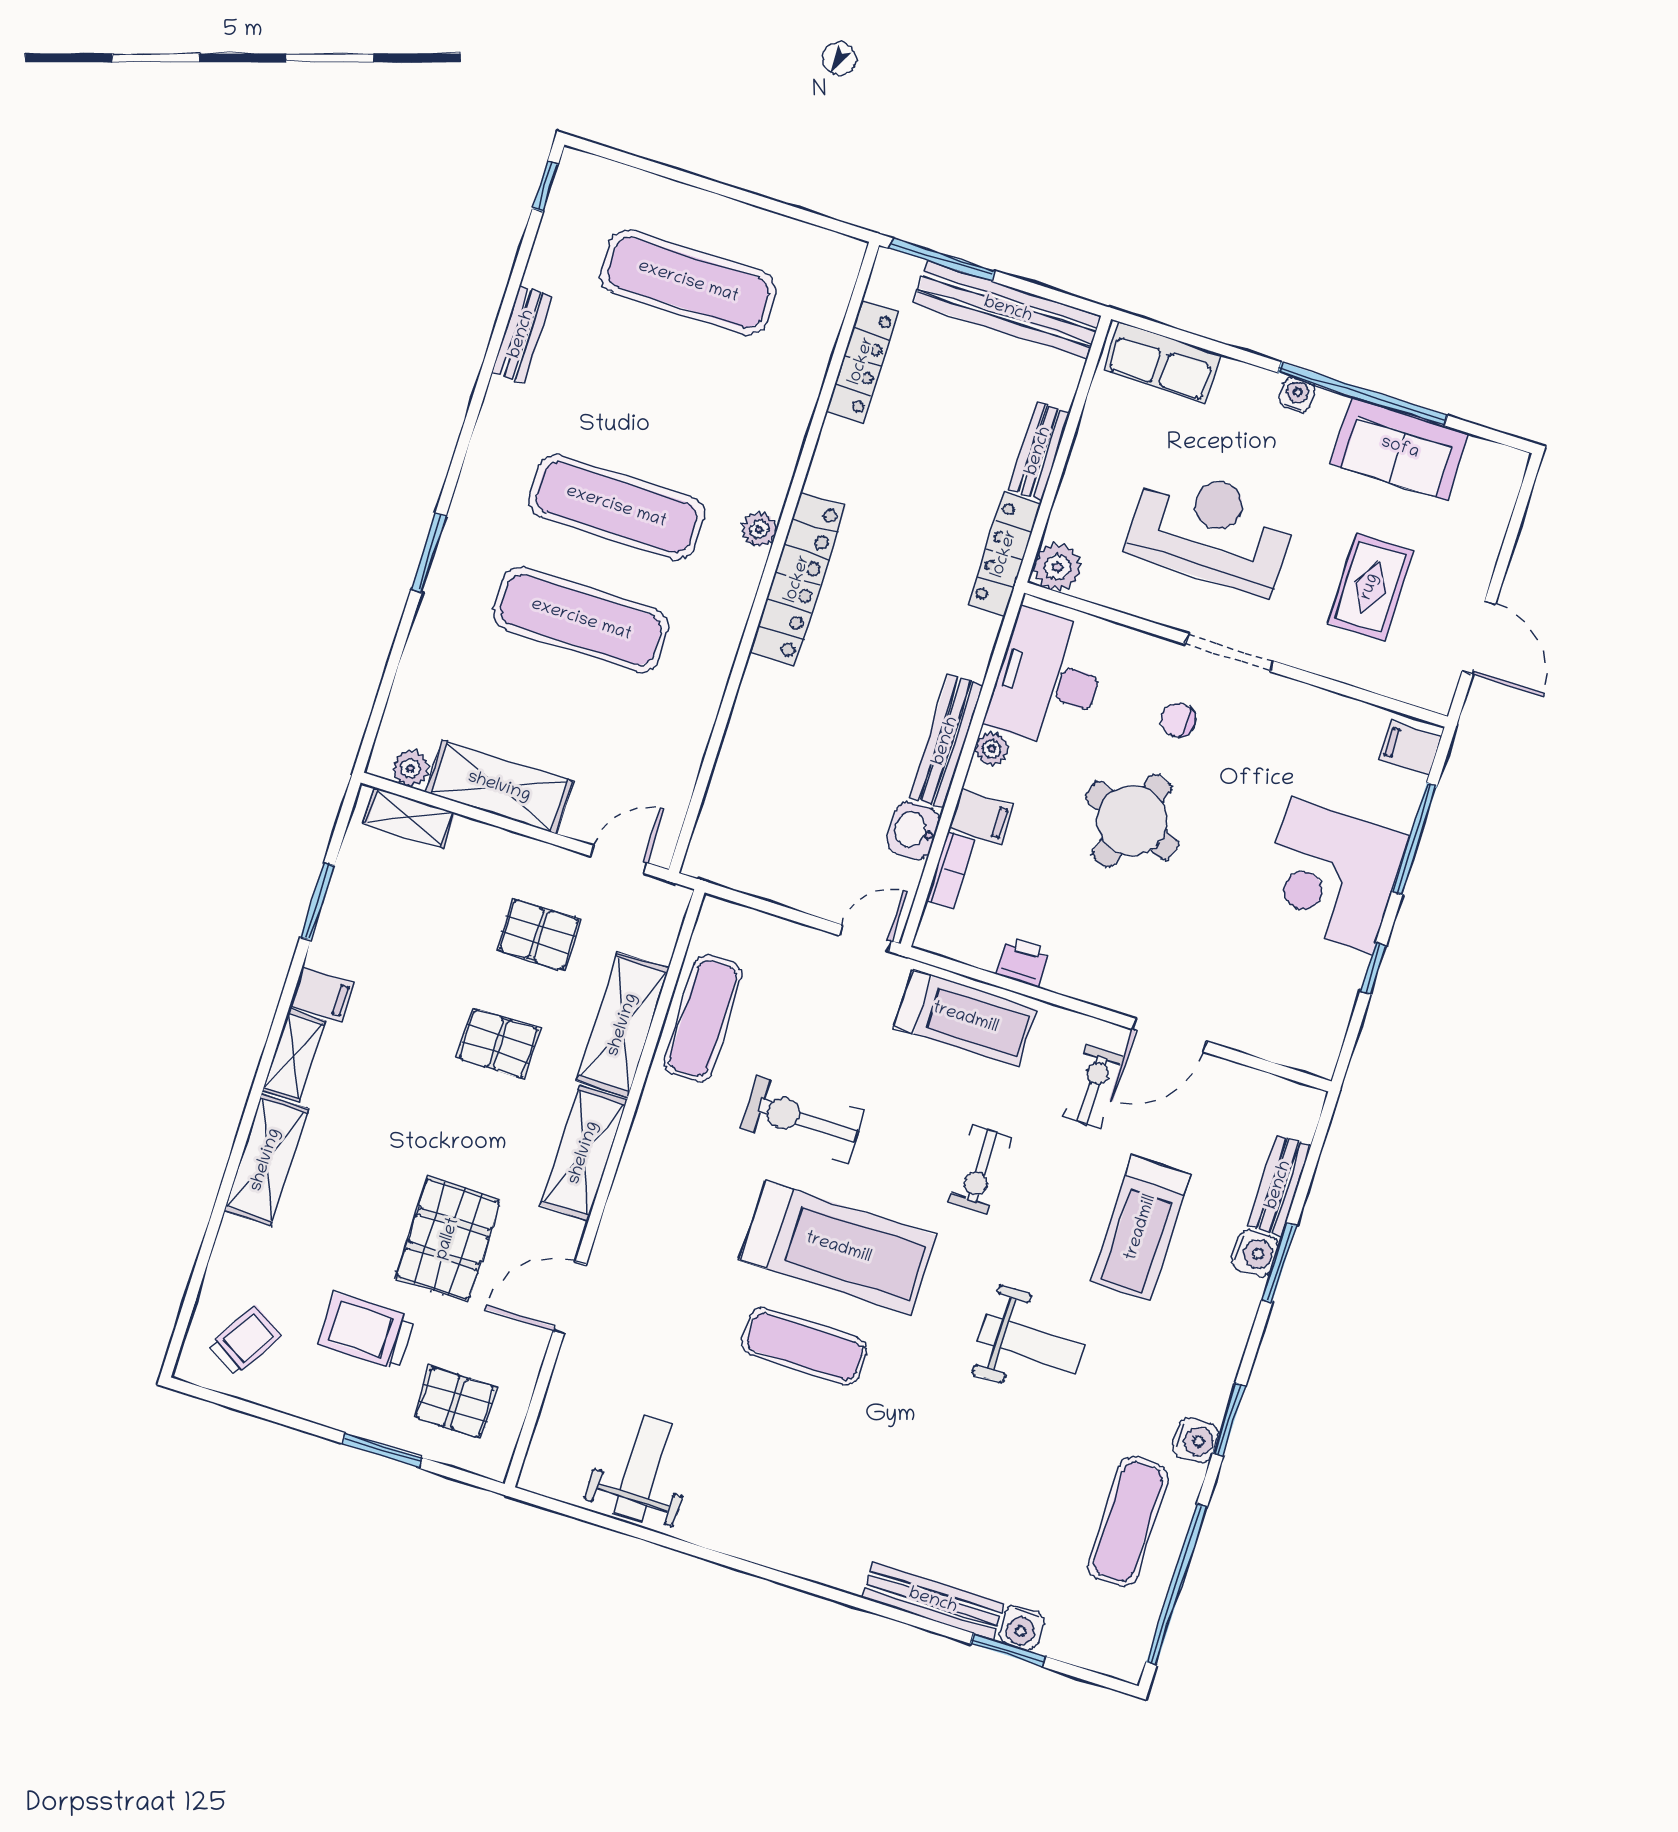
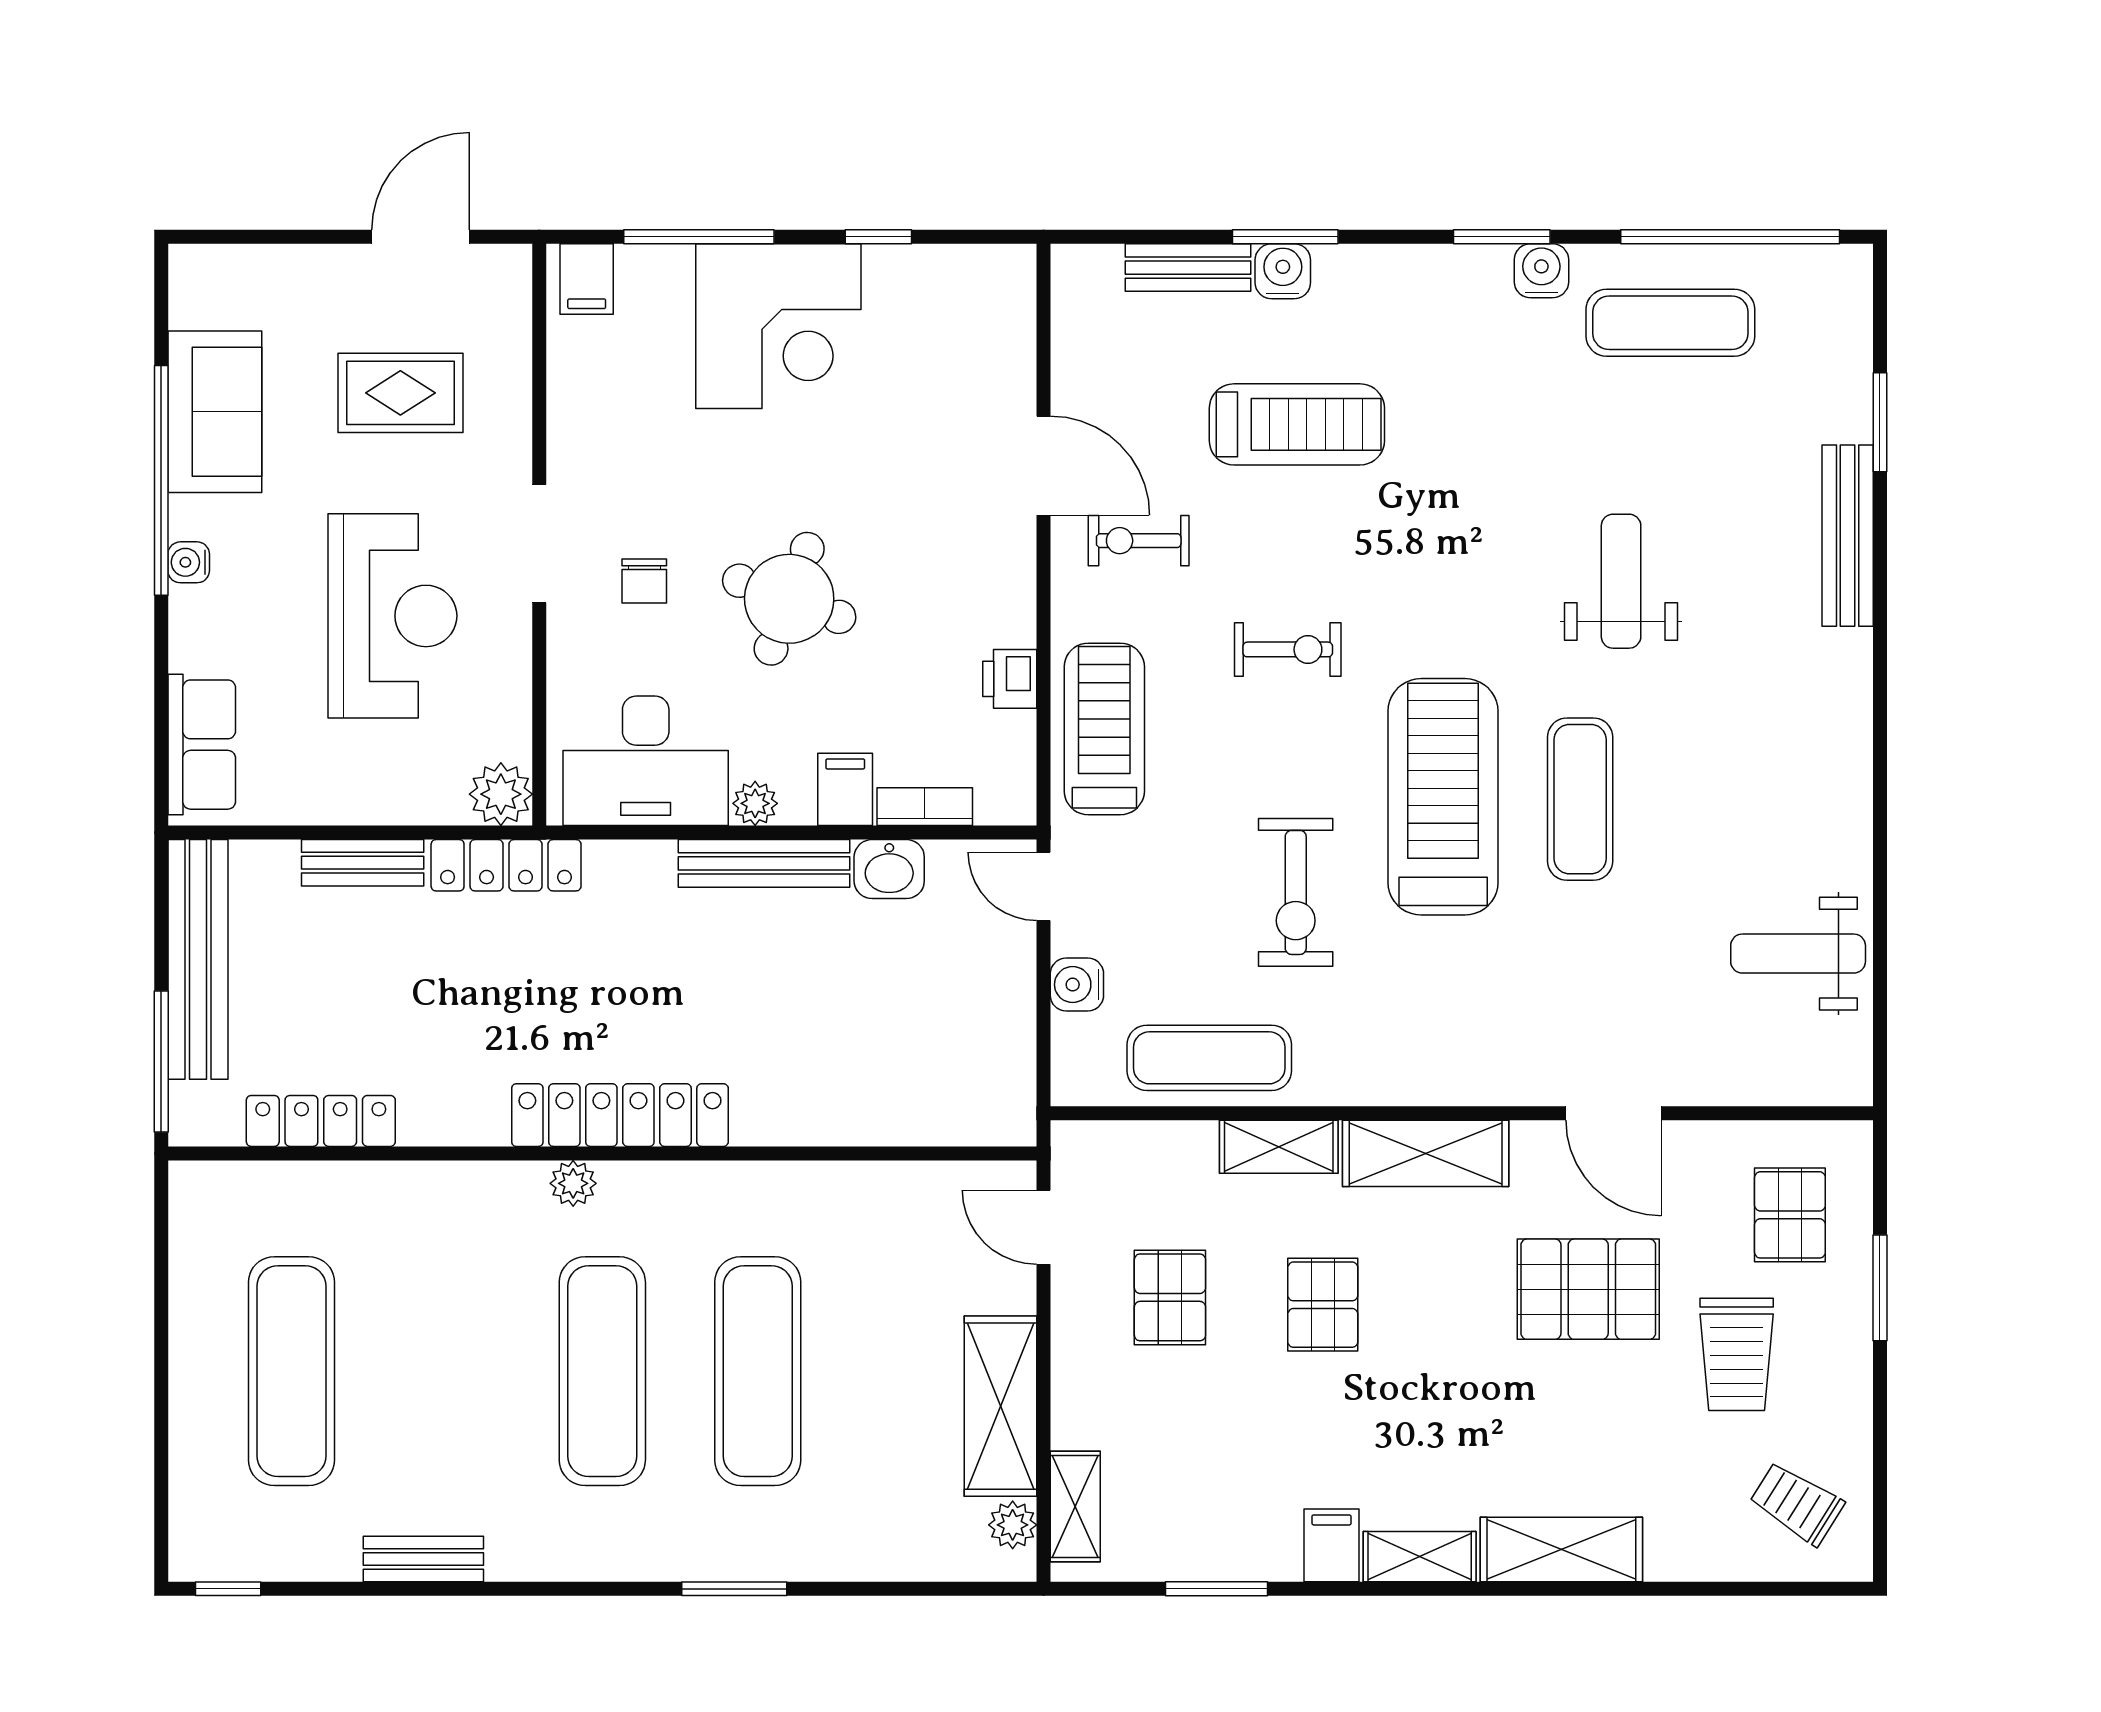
reception desk: (1211, 530) -> (392, 616), turned 180
shelving: (623, 1025) -> (1279, 1147), width x0.67, depth x0.75
weight bench: (1031, 1343) -> (1621, 581), moved
water cooler: (1022, 1628) -> (1077, 985), moved, turned 180

